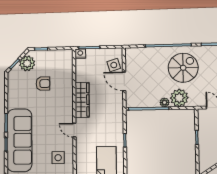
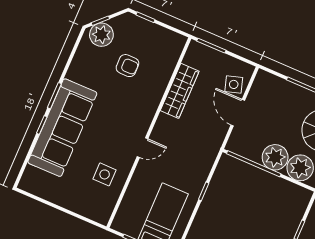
nightstand: (80, 54) -> (196, 48), removed
plant: (27, 63) -> (101, 35), moved
wardrobe: (82, 100) -> (180, 91), moved
plant: (165, 102) -> (275, 157), width x1.88, depth x1.88
door: (74, 130) -> (142, 148), swing flipped

